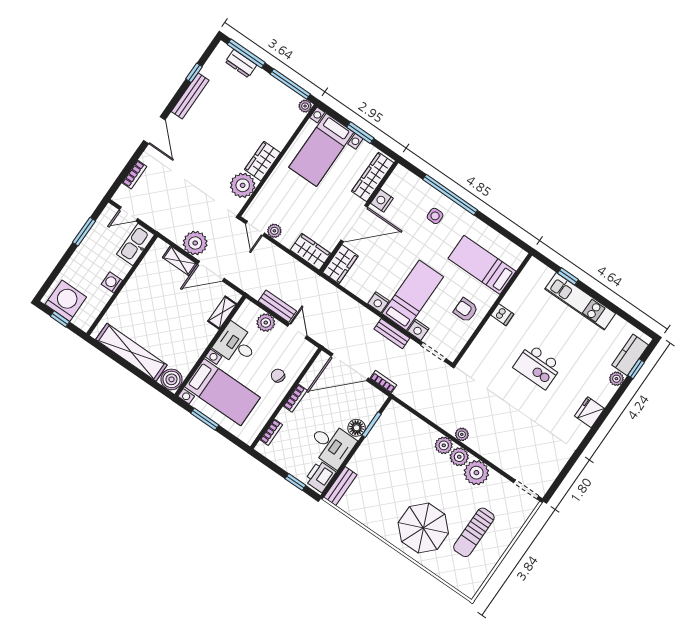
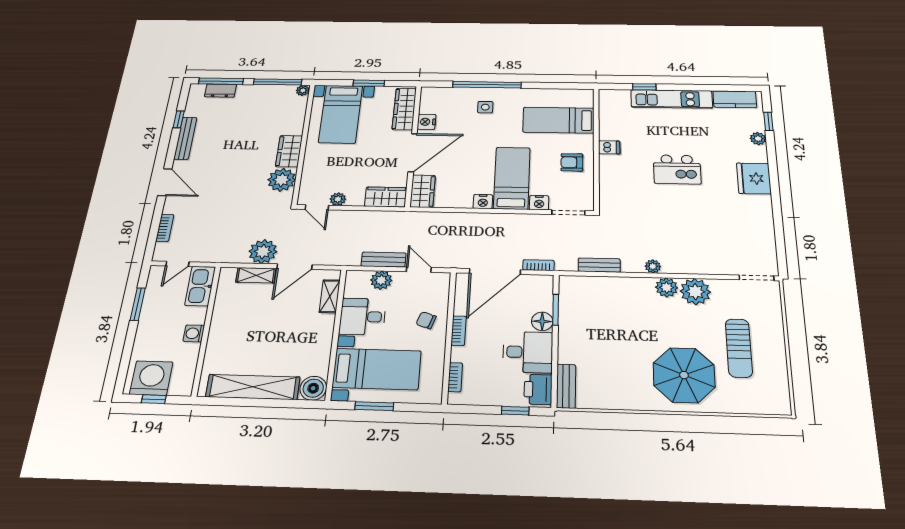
bench: (392, 334) -> (599, 265), moved
kitchen counter: (630, 355) -> (735, 99), moved, turned -90
fridge: (589, 412) -> (754, 178), width x1.36, depth x1.34
plant: (444, 445) -> (643, 286), removed

